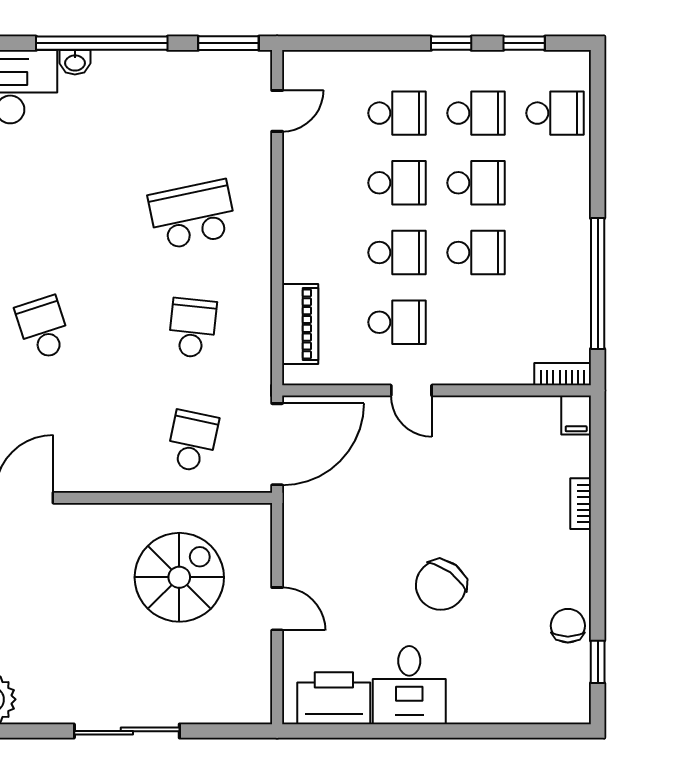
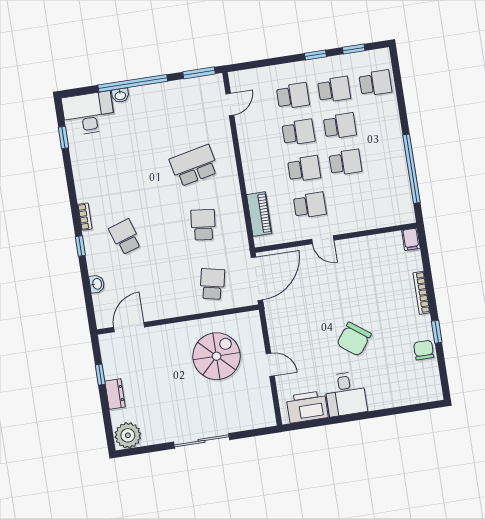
bookcase: (563, 374) -> (400, 219), removed
bookcase: (581, 504) -> (422, 293), width x1.56
window: (598, 662) -> (437, 332), moved

